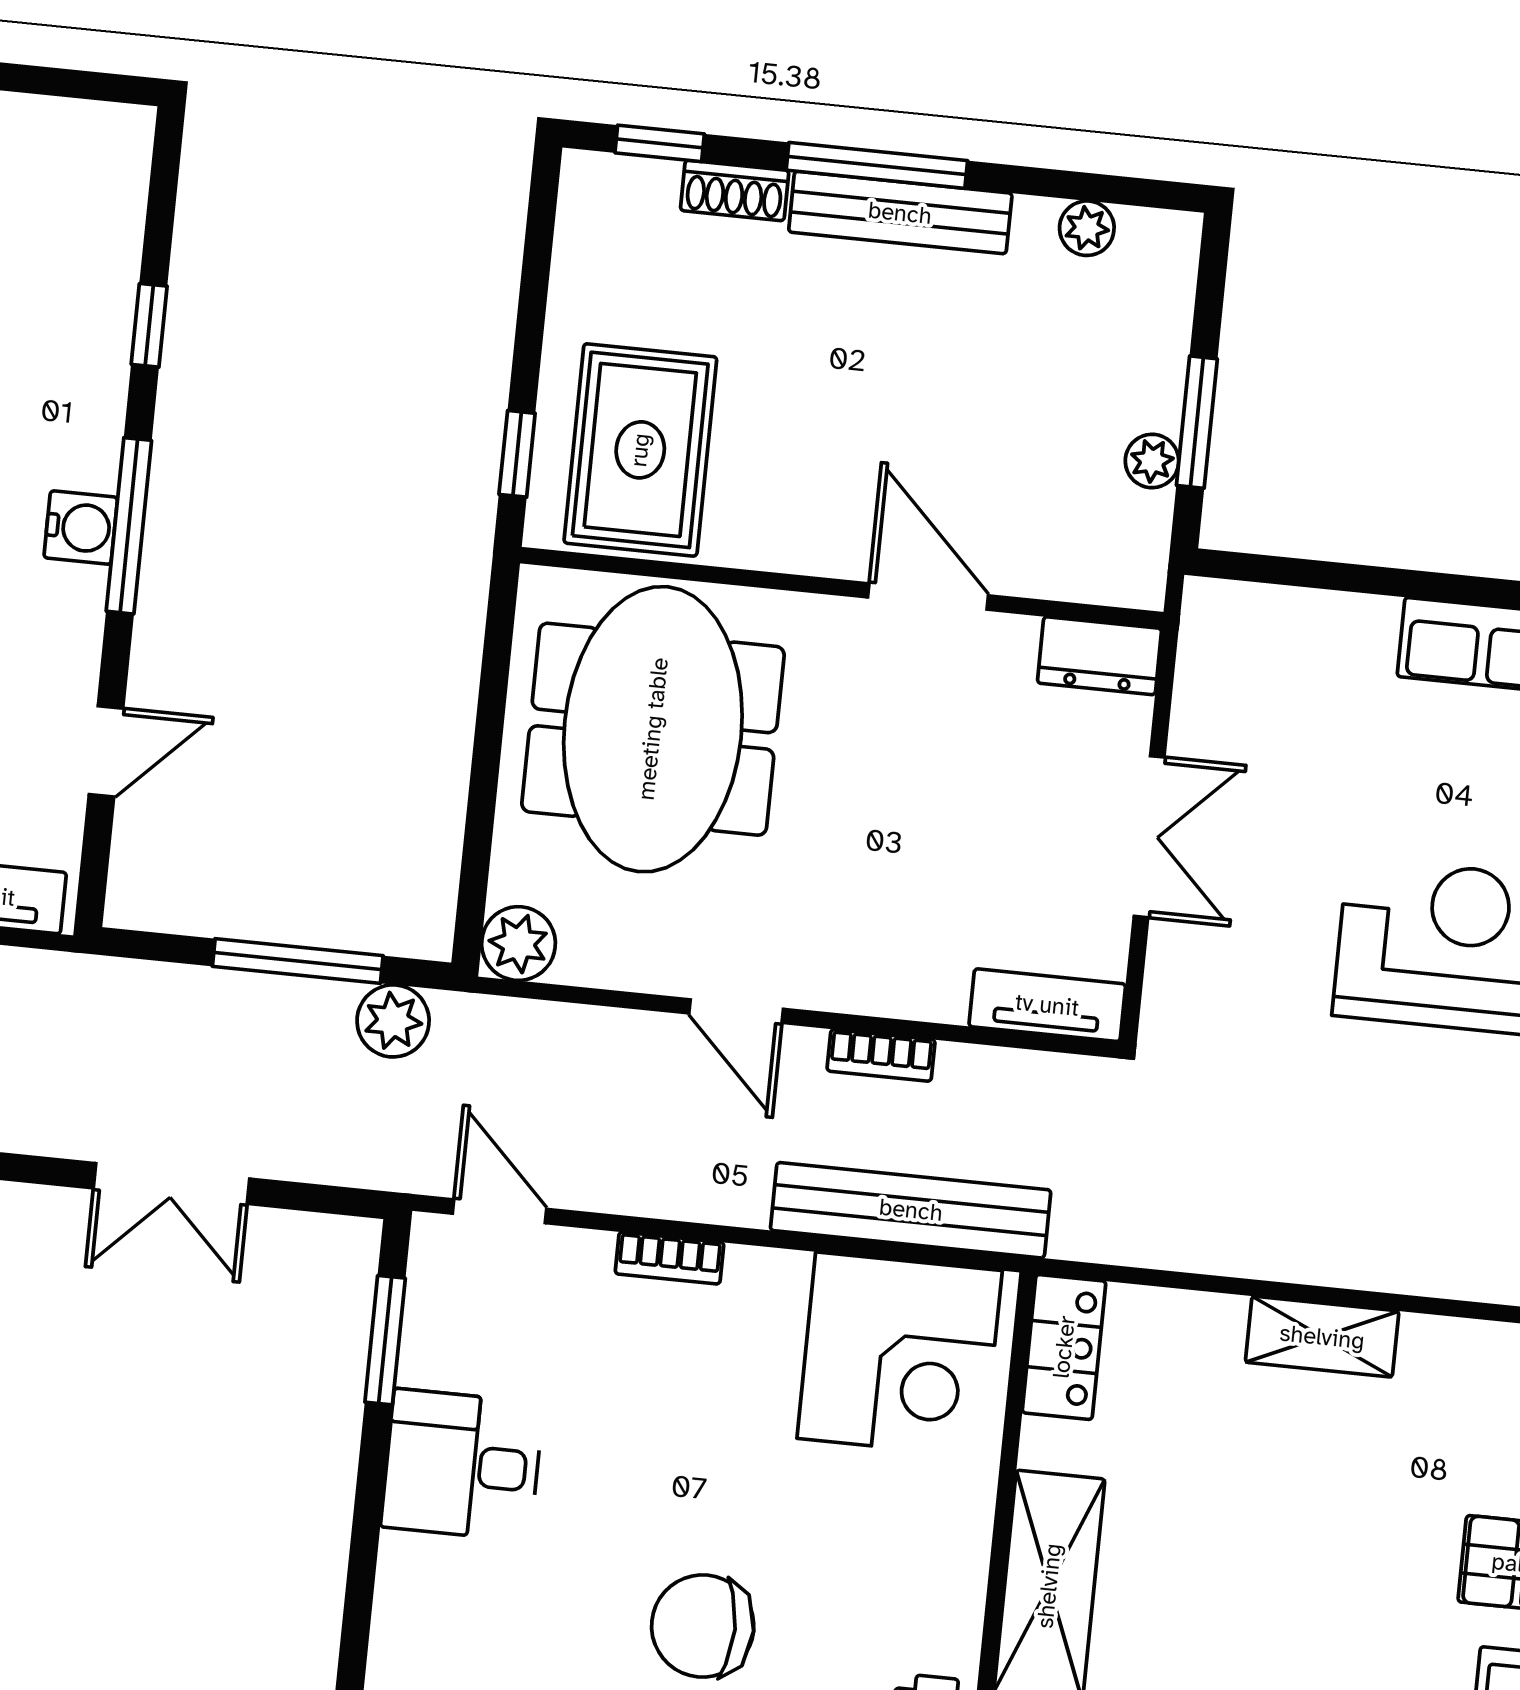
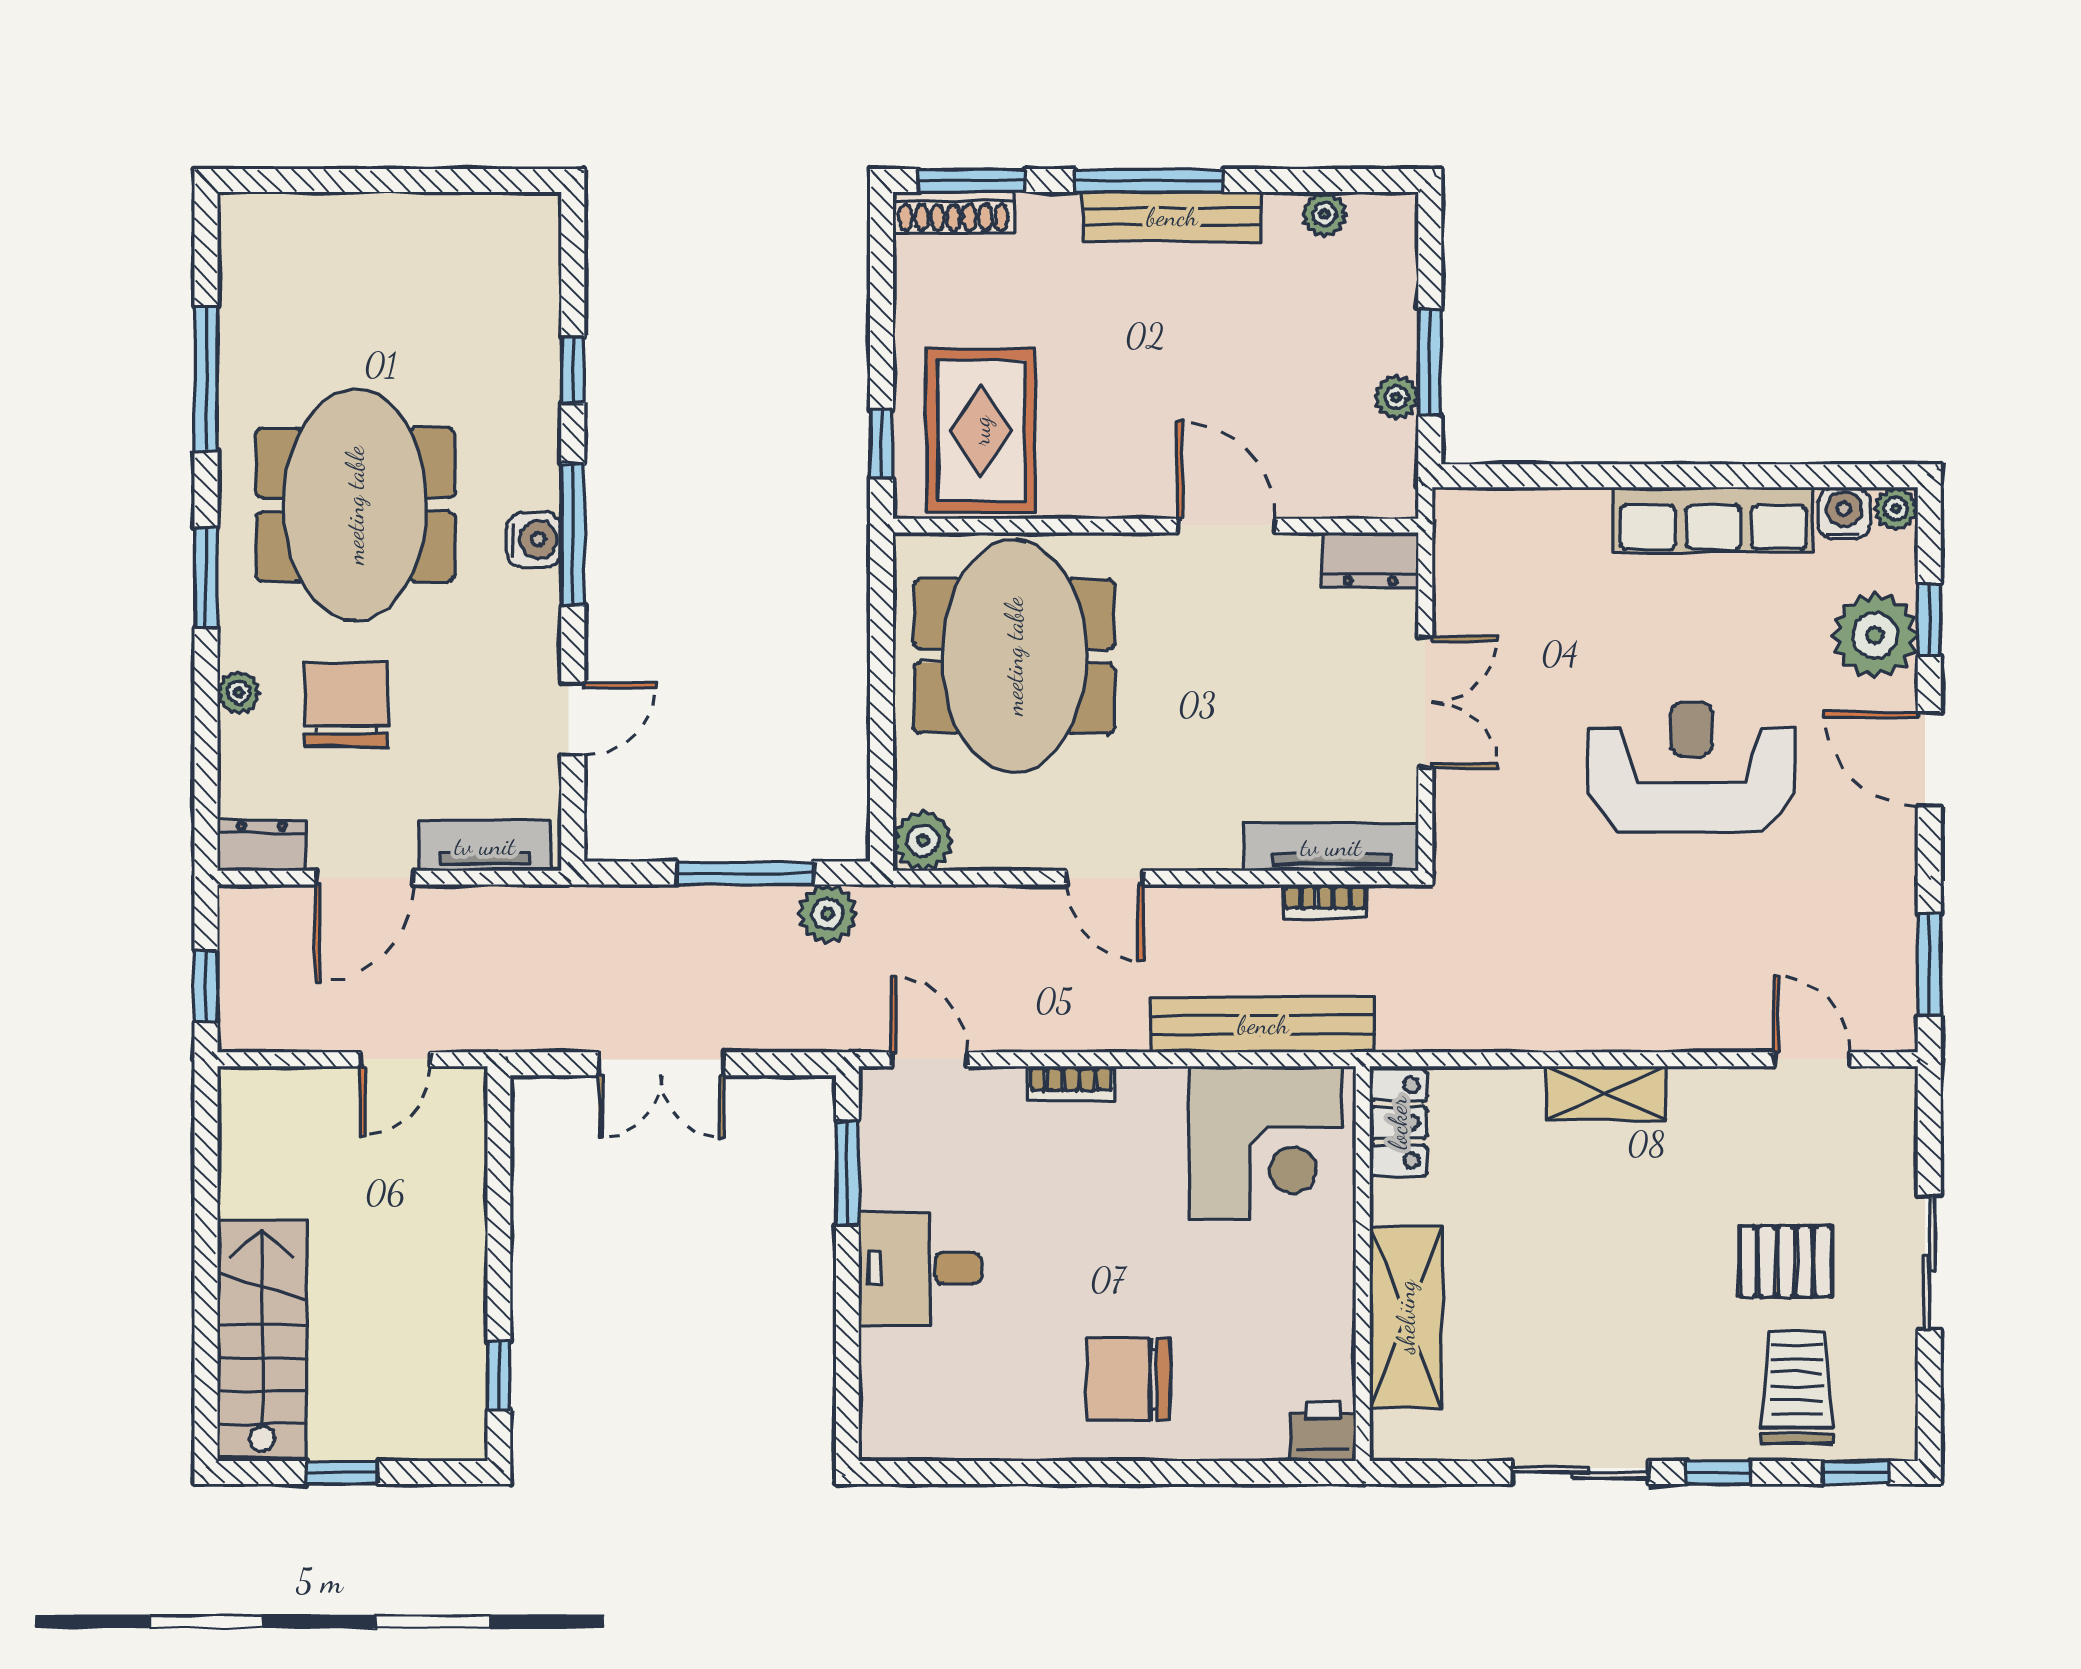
window: (660, 143) -> (971, 181), width x1.50
shoe rack: (735, 190) -> (953, 213), moved, width x1.43
tv unit: (1047, 1005) -> (1331, 847), width x1.41
bookcase: (881, 1055) -> (1325, 901), moved

